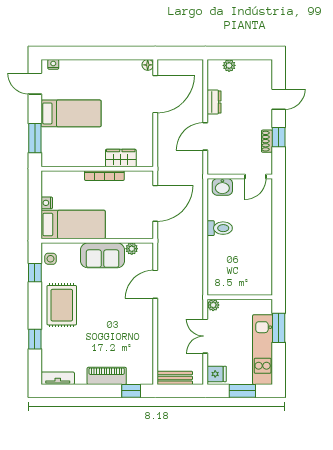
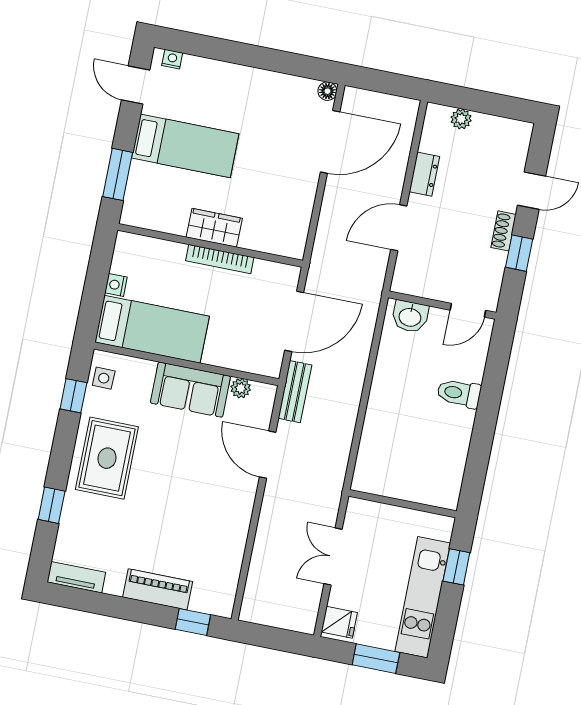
shoe rack: (267, 141) -> (504, 231), moved
wardrobe: (121, 158) -> (214, 228), moved
toilet: (220, 228) -> (459, 393), moved, turned 180
door: (155, 284) -> (268, 455), hinge flipped
plant: (213, 305) -> (356, 508), removed
window: (279, 328) -> (456, 567), width x0.67
bench: (175, 378) -> (295, 392), moved, turned 90

